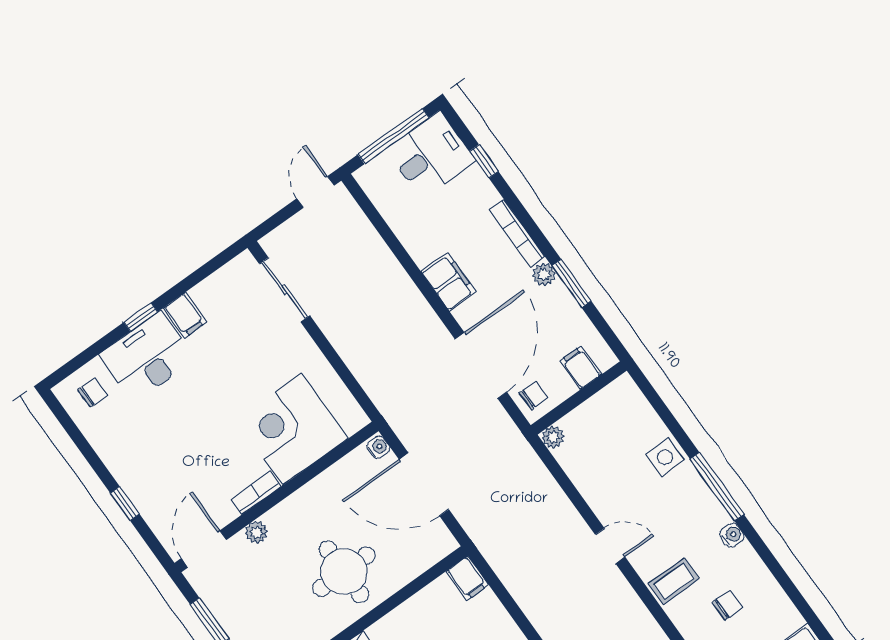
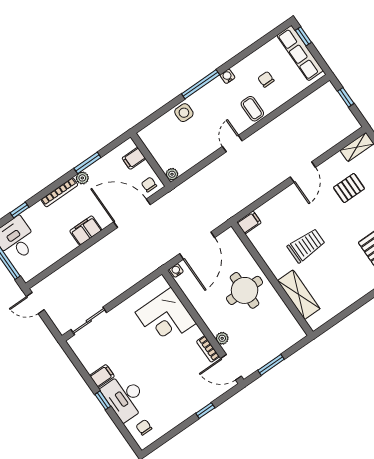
bookcase: (256, 493) -> (208, 349), moved

